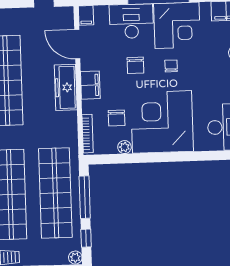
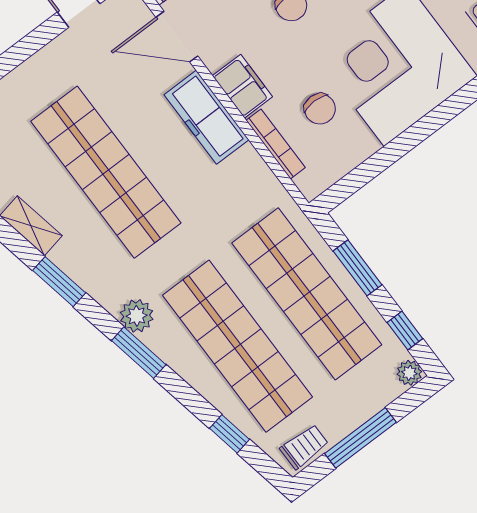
bookcase: (88, 134) -> (276, 144), moved
plant: (124, 147) -> (364, 146), removed
window: (85, 197) -> (357, 268), width x0.69

